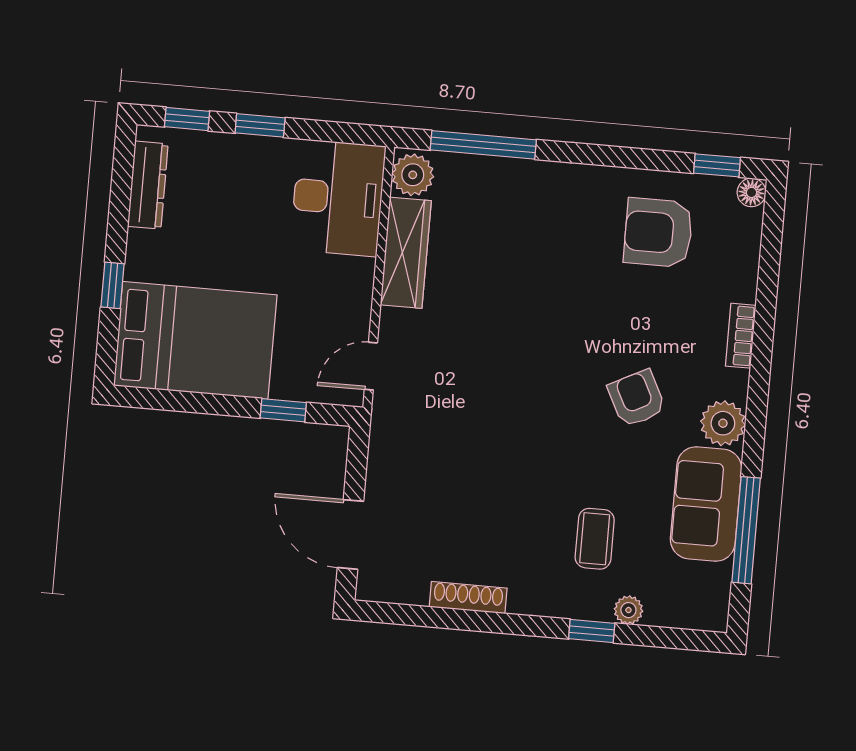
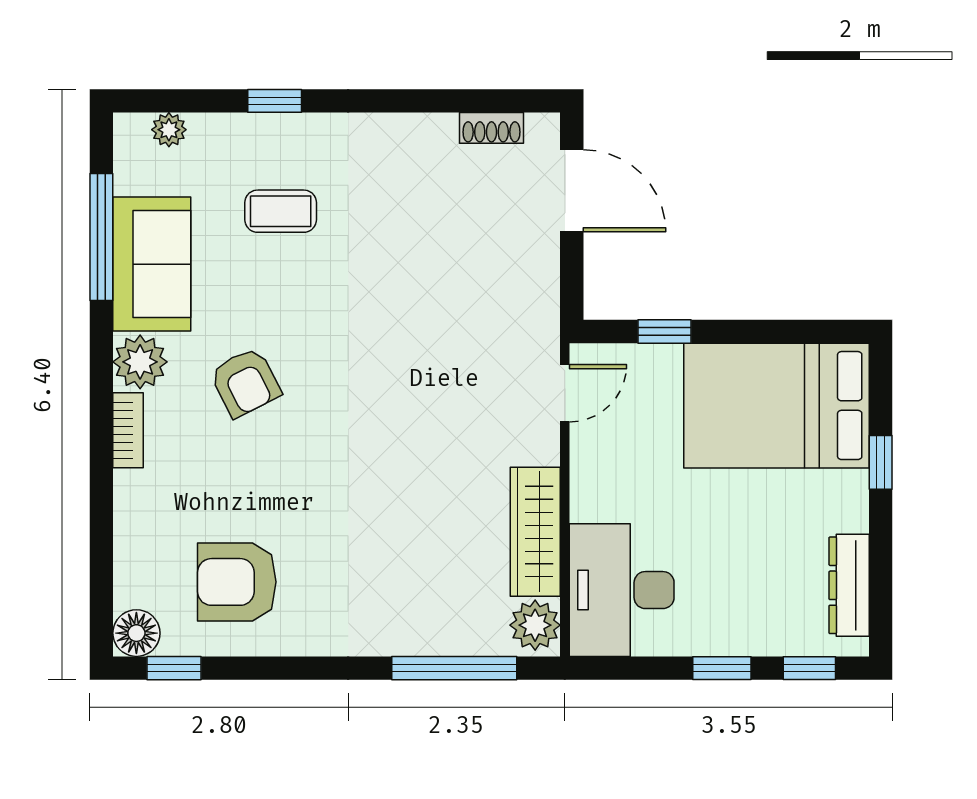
floor lamp: (752, 192) -> (136, 633), width x1.37, depth x1.37
armchair: (658, 233) -> (237, 582), turned 180
bookcase: (741, 336) -> (128, 430), moved
coffee table: (595, 539) -> (281, 211), turned 90
shoe rack: (468, 598) -> (492, 128), moved, width x0.70
plant: (628, 610) -> (169, 130), moved

